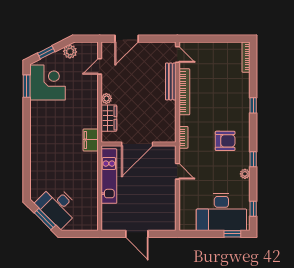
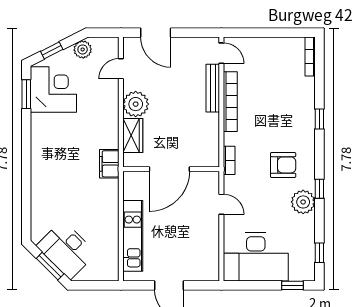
door: (127, 39) -> (156, 33), hinge flipped
plant: (106, 98) -> (136, 104), width x1.88, depth x1.88
plant: (245, 174) -> (303, 202), width x1.88, depth x1.88
kitchen unit: (109, 176) -> (133, 236), moved
desk: (221, 212) -> (256, 257), moved

